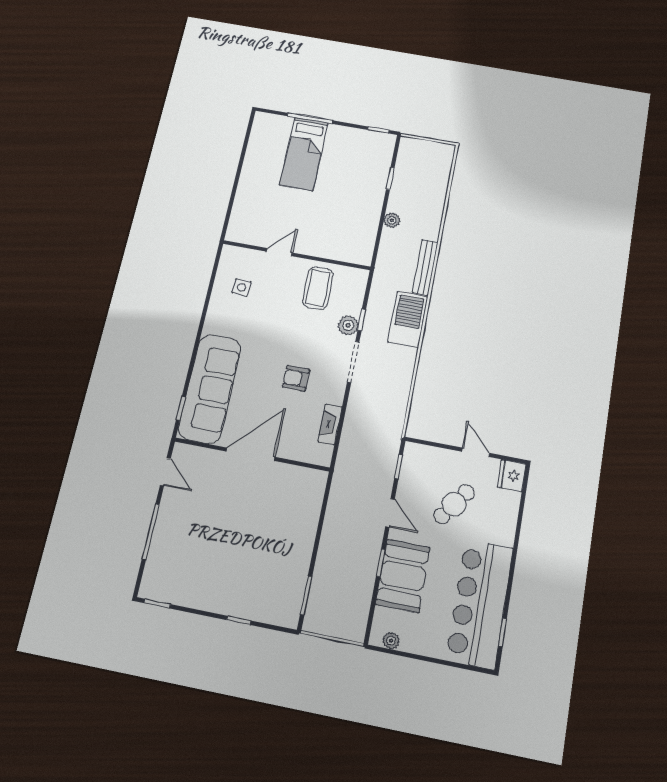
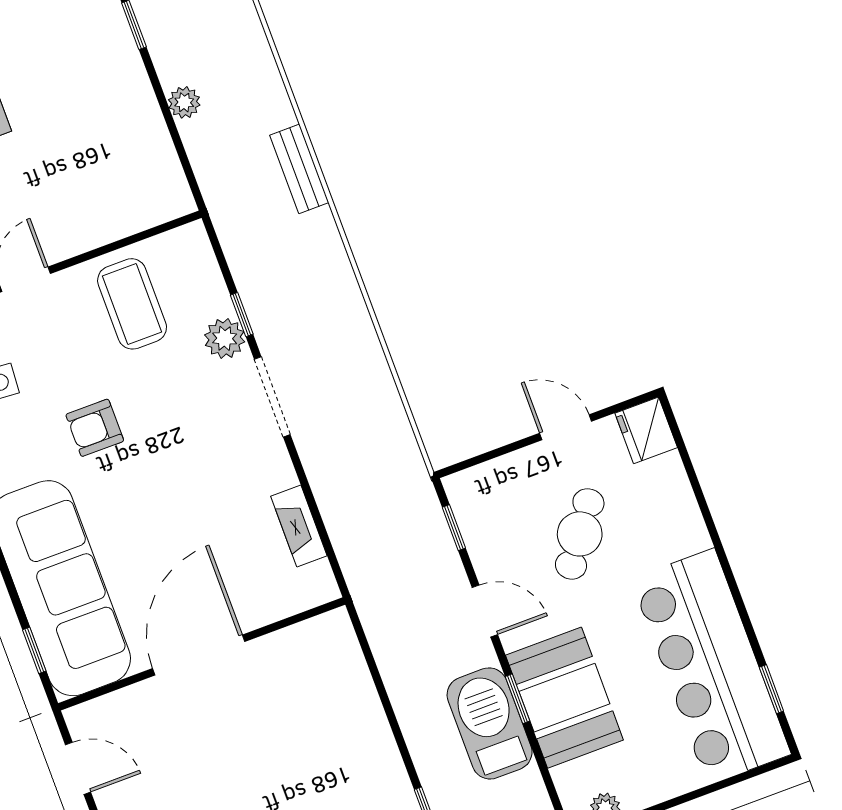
bench: (425, 267) -> (299, 169), width x0.73
barbecue: (408, 319) -> (490, 723), moved
armchair: (296, 378) -> (95, 428), moved

